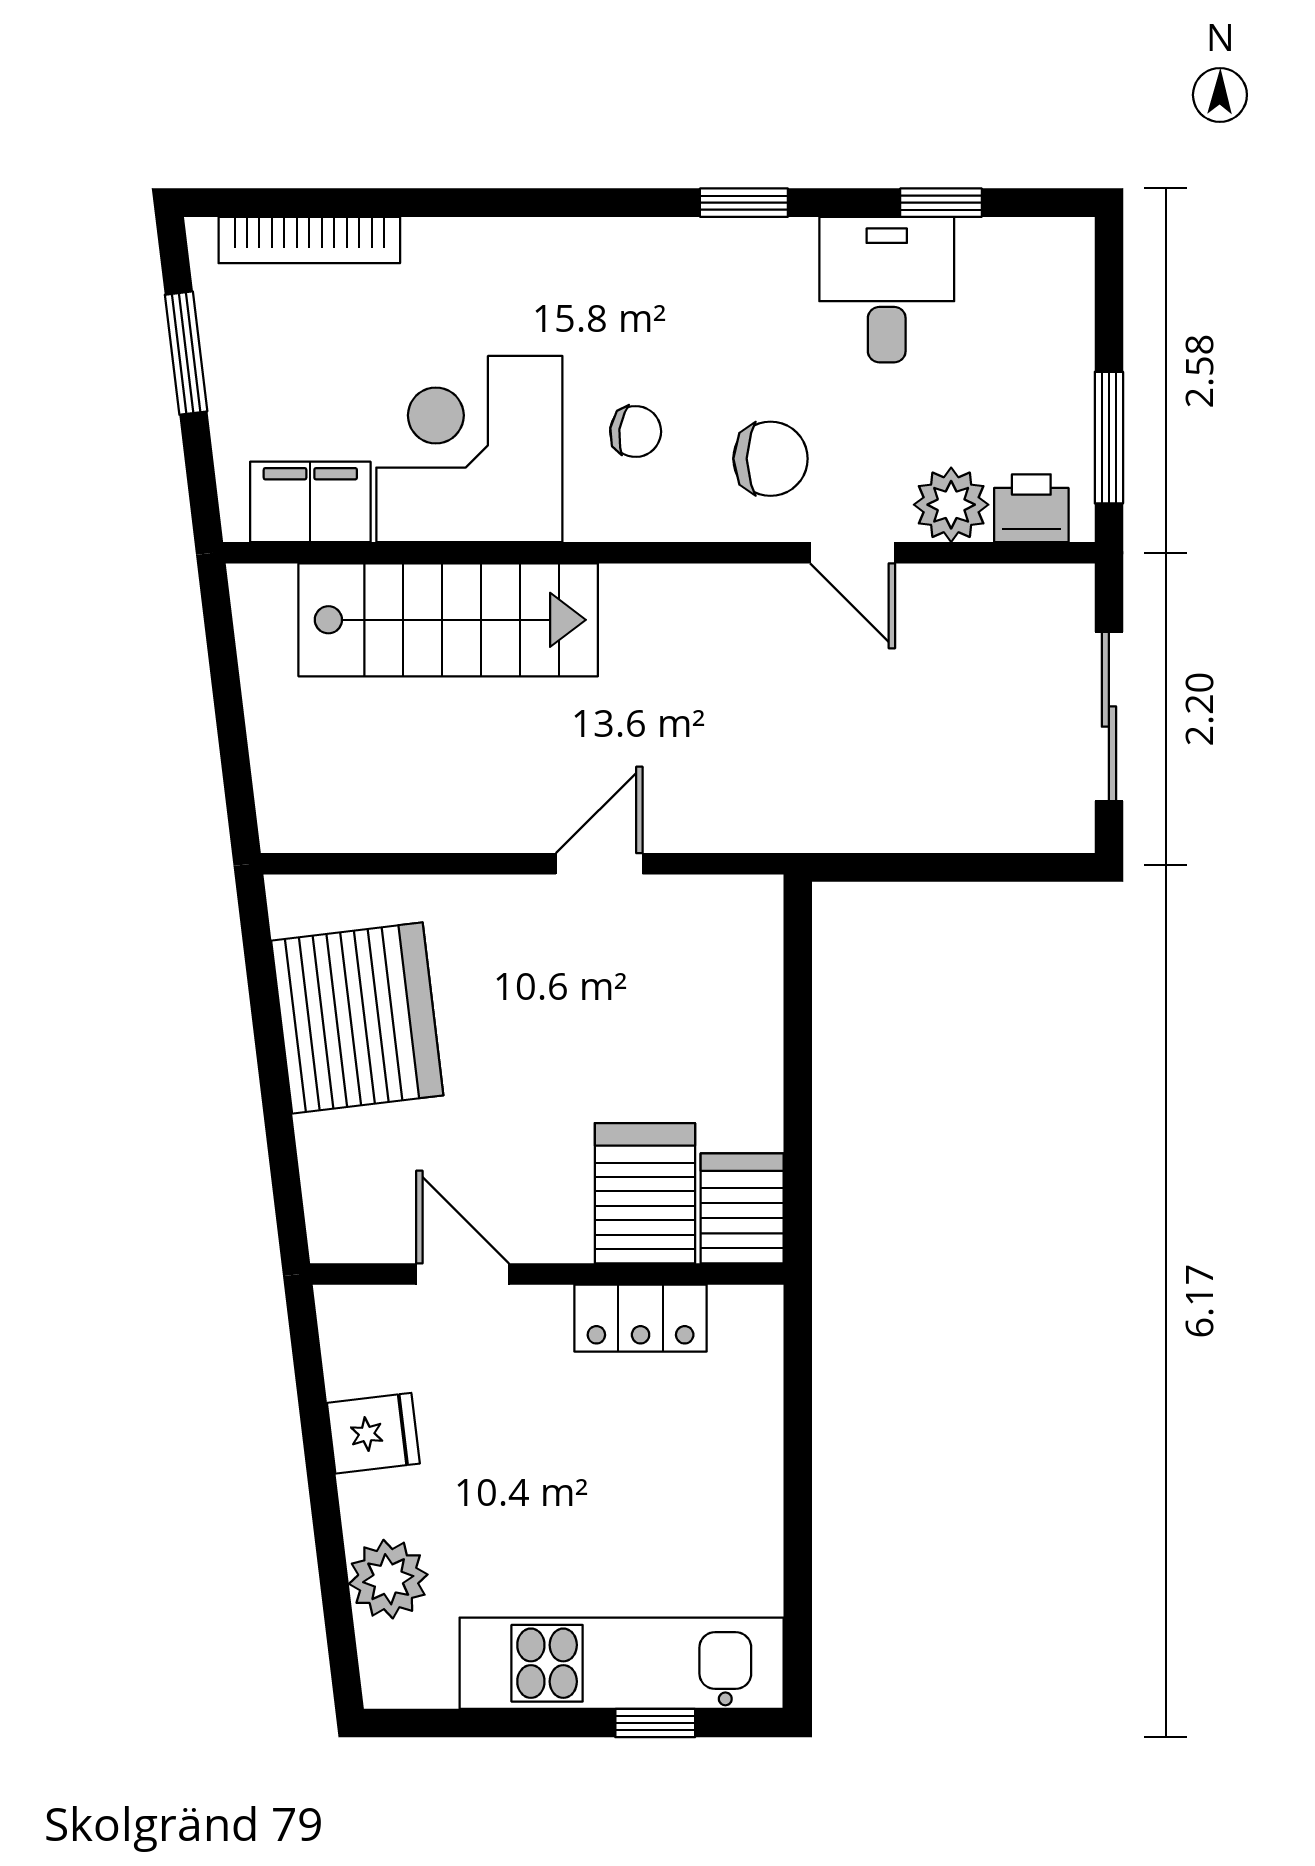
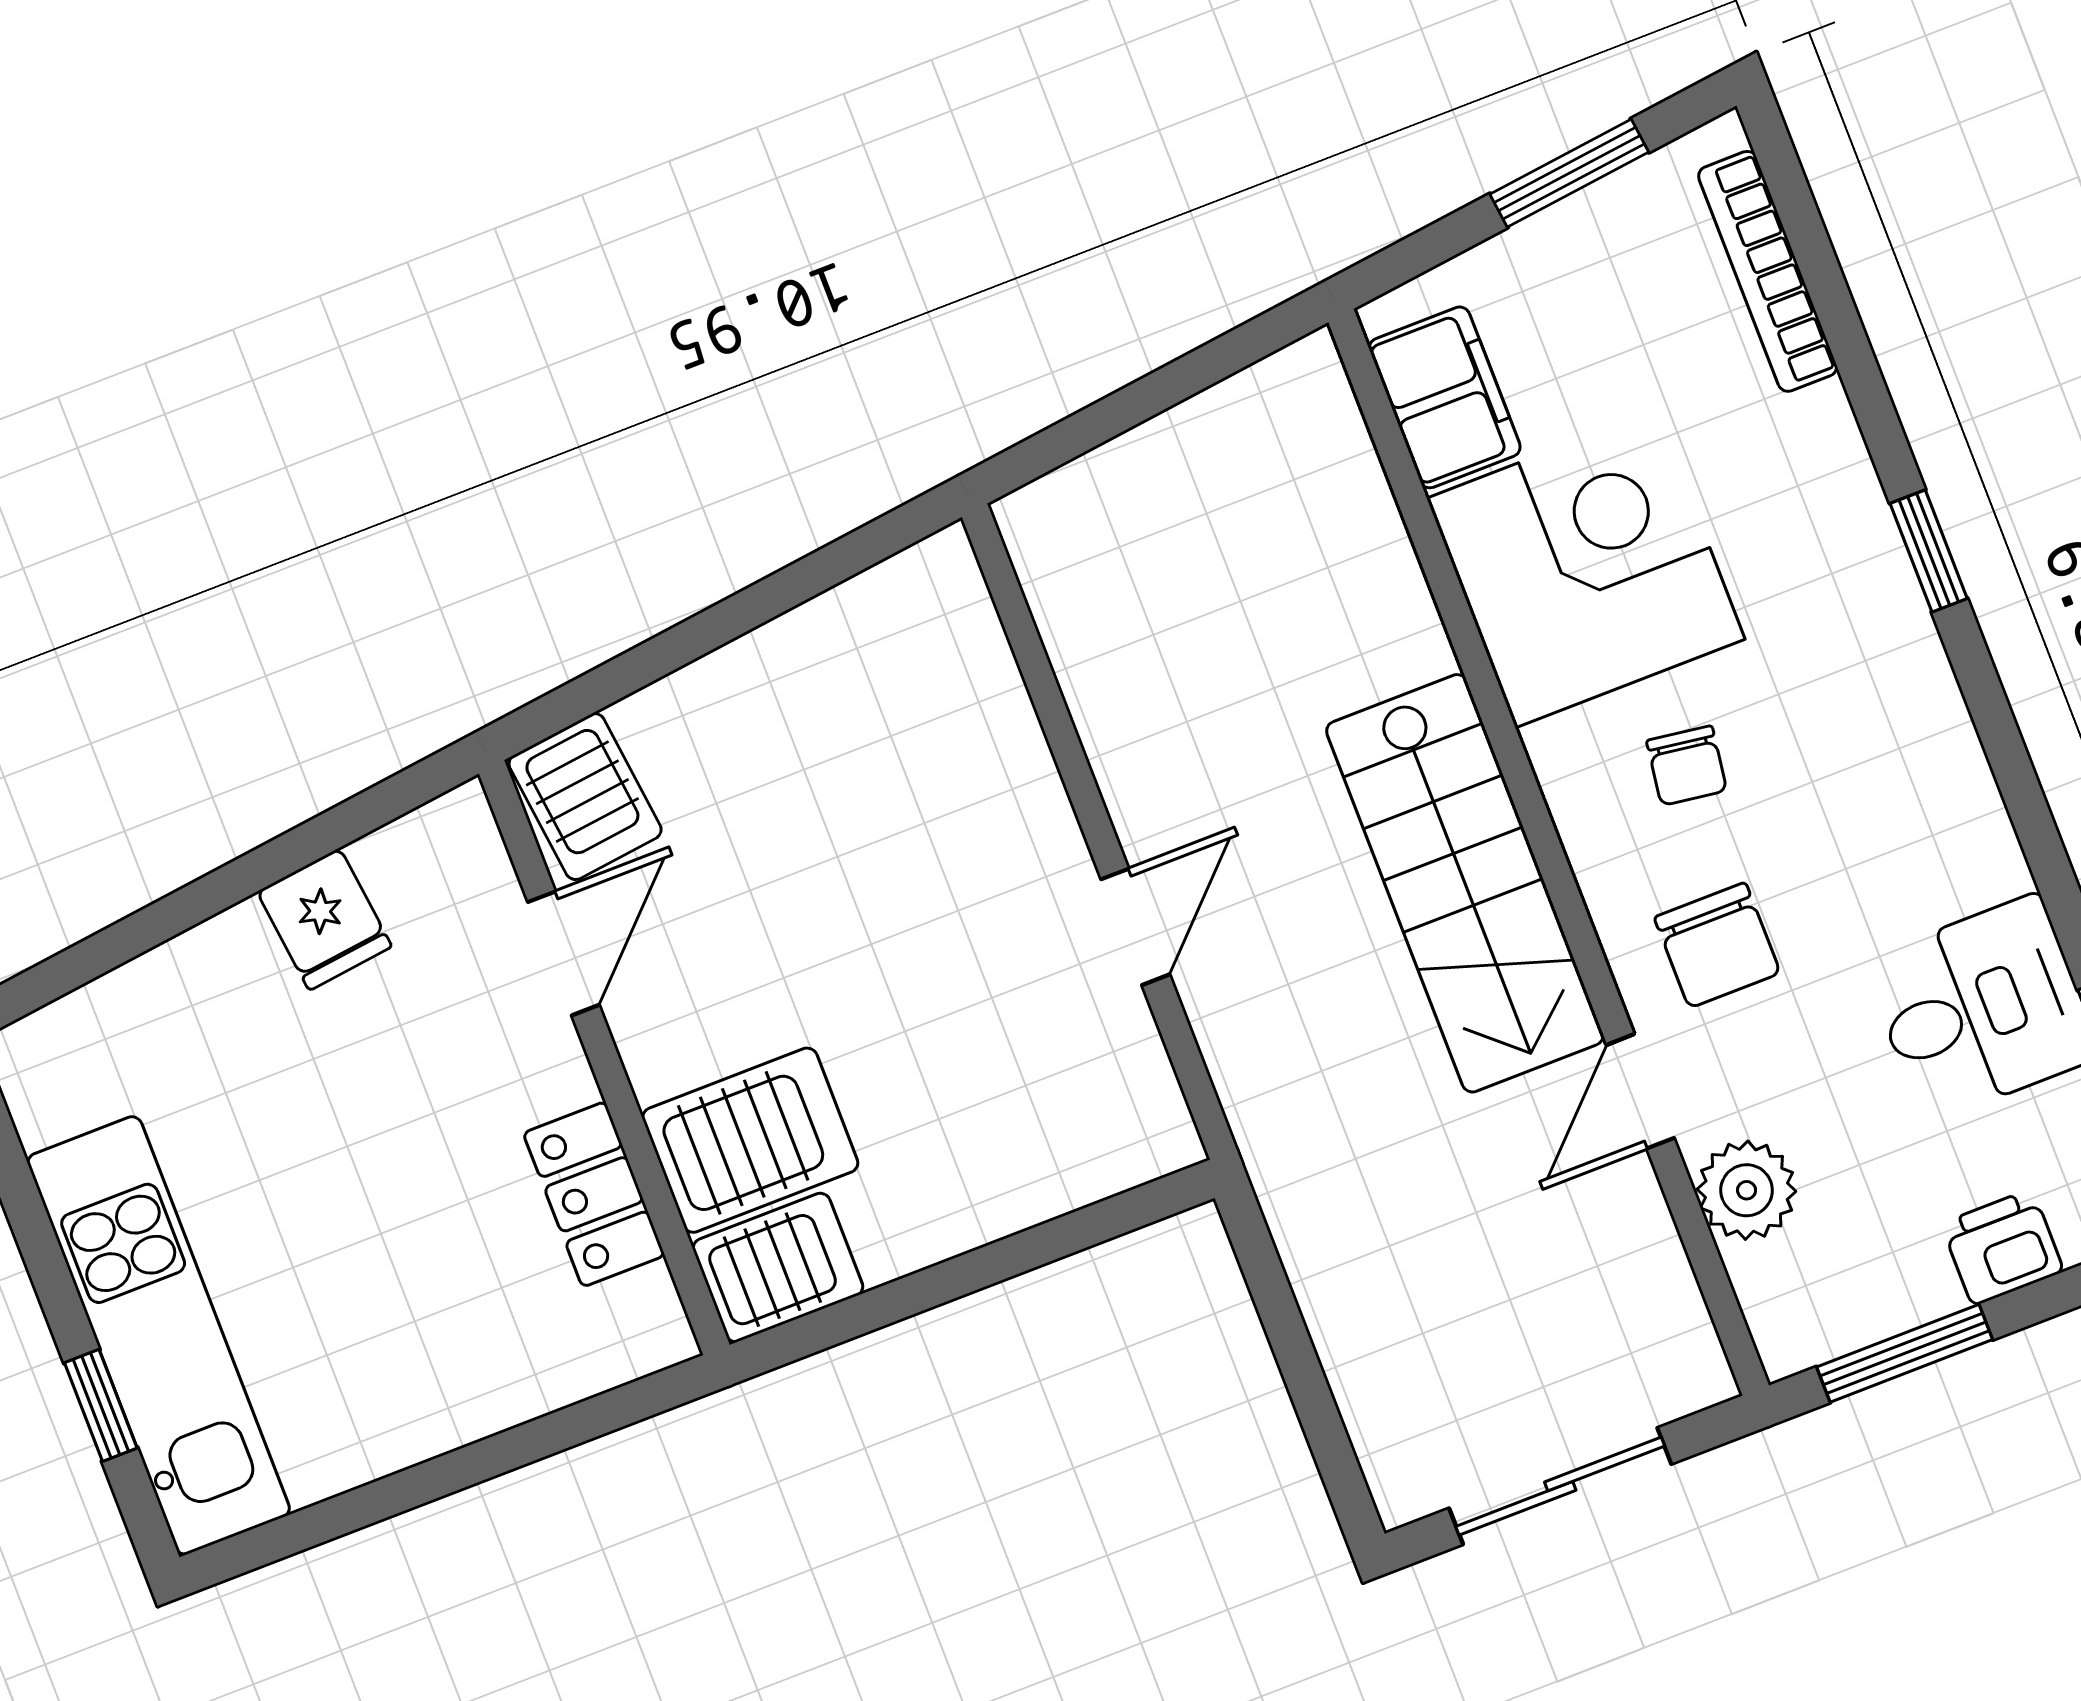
window: (744, 203) -> (1929, 551), moved
printer: (1031, 508) -> (2002, 1247), moved, turned -90
stairs: (448, 620) -> (1465, 883), moved
door: (599, 864) -> (1135, 927), hinge flipped
server rack: (357, 1018) -> (585, 797), moved, width x0.46, depth x0.70
plant: (388, 1579) -> (151, 1007), removed

